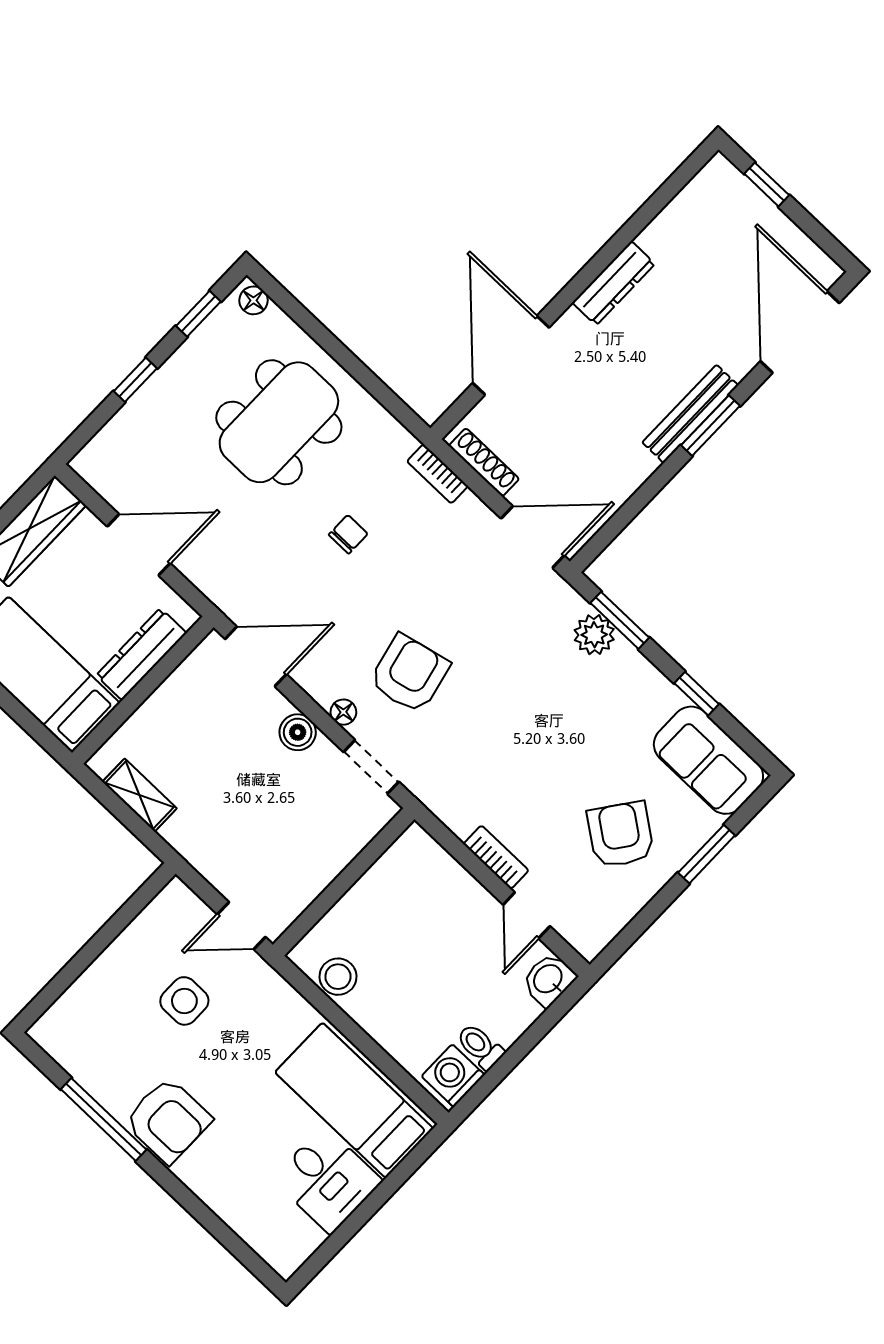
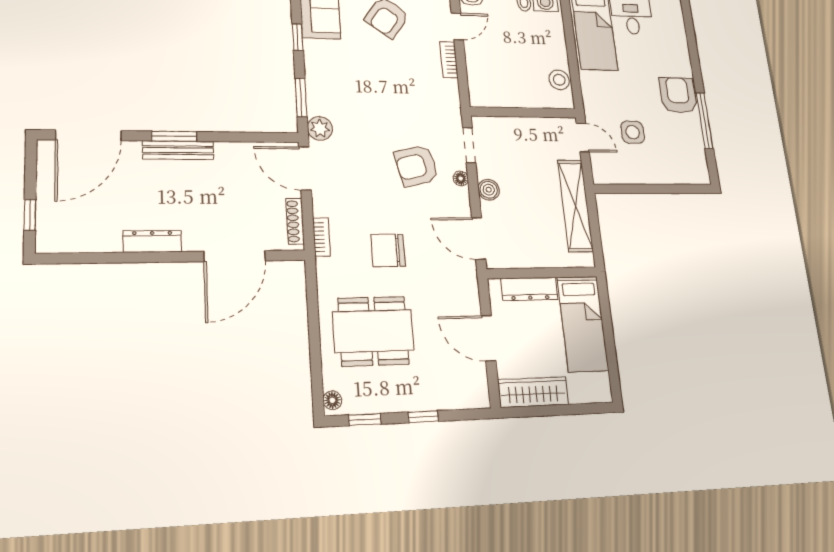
chair: (348, 534) -> (388, 250), width x1.87, depth x1.87
plant: (594, 635) -> (320, 128), moved
shelving: (140, 795) -> (575, 206), width x2.20, depth x1.33

